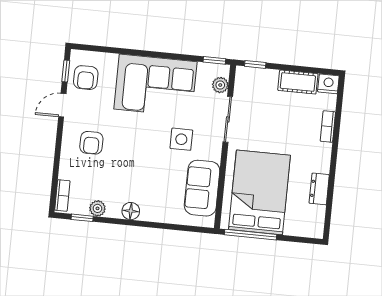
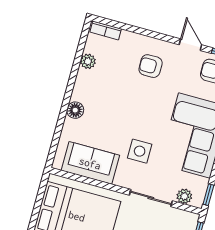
floor lamp: (131, 211) -> (75, 110), moved
window: (82, 218) -> (82, 45), removed
window: (250, 235) -> (39, 201), removed

